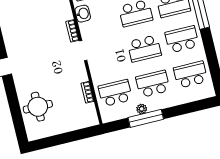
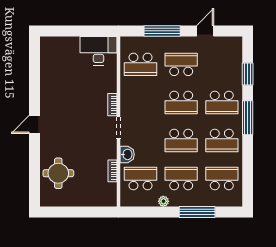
washbasin: (83, 14) -> (127, 154), moved
school desk: (182, 39) -> (222, 140), turned 180
window: (146, 118) -> (197, 212), moved

